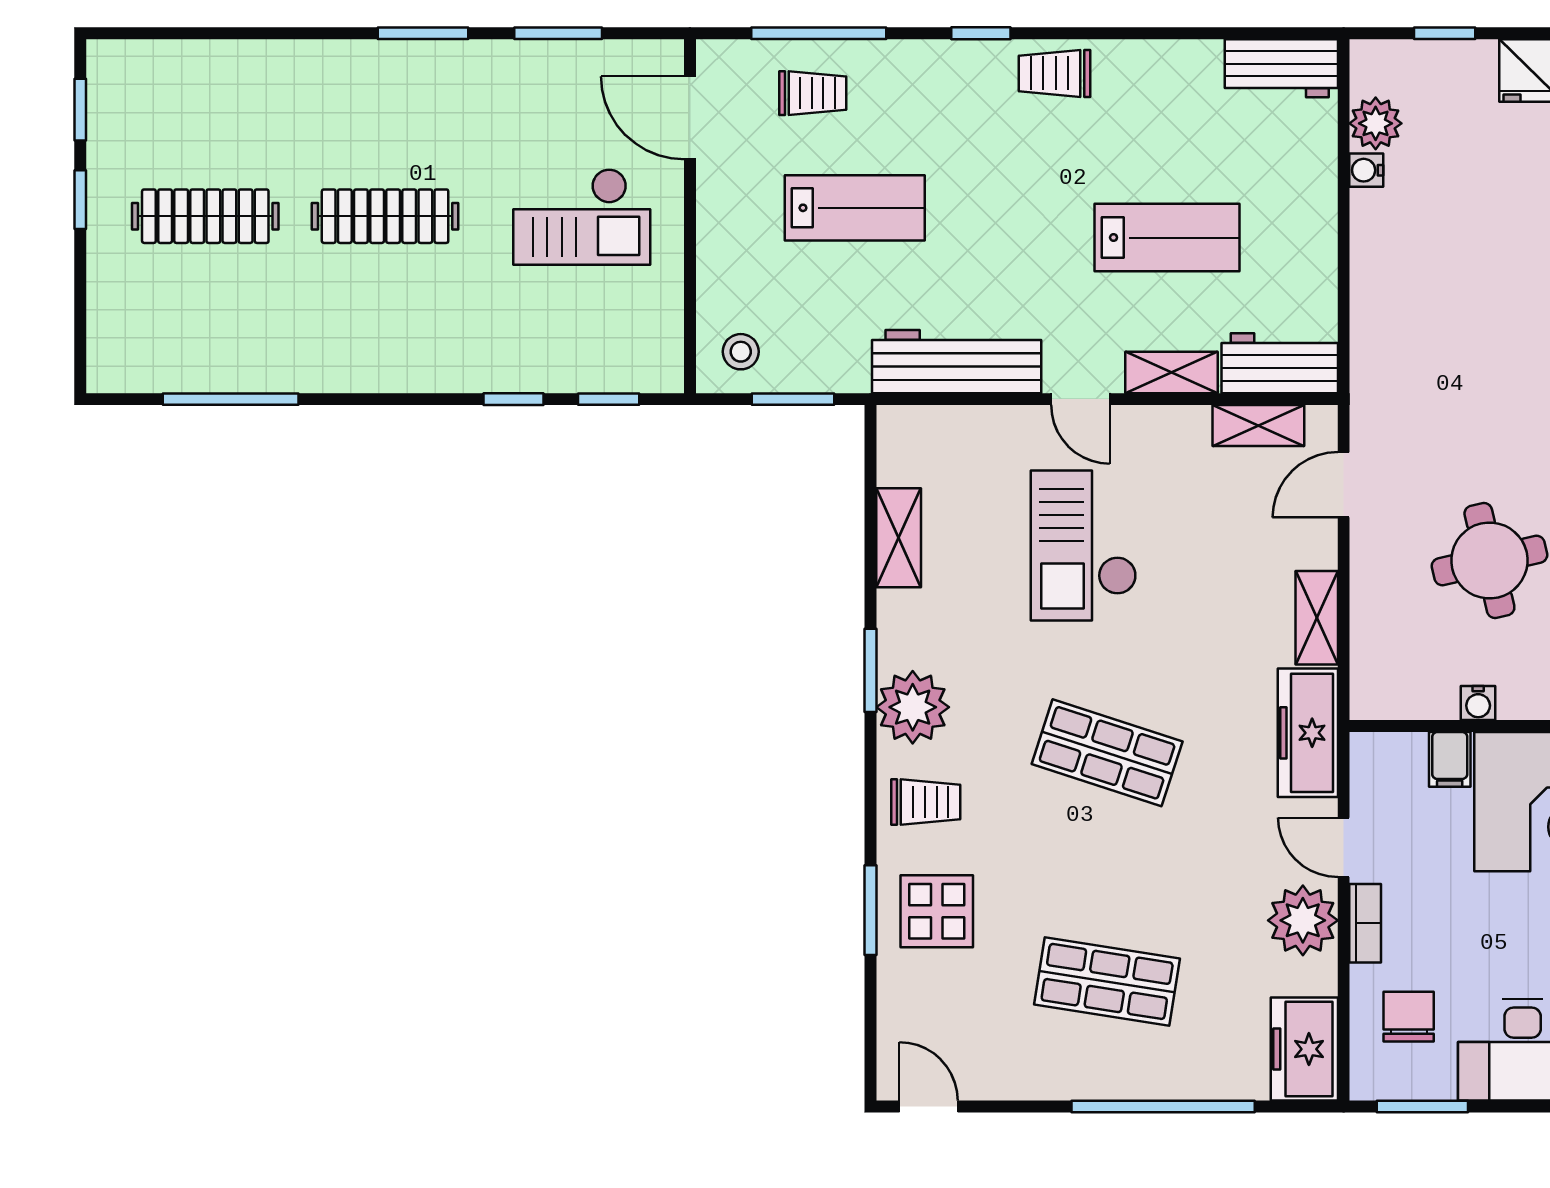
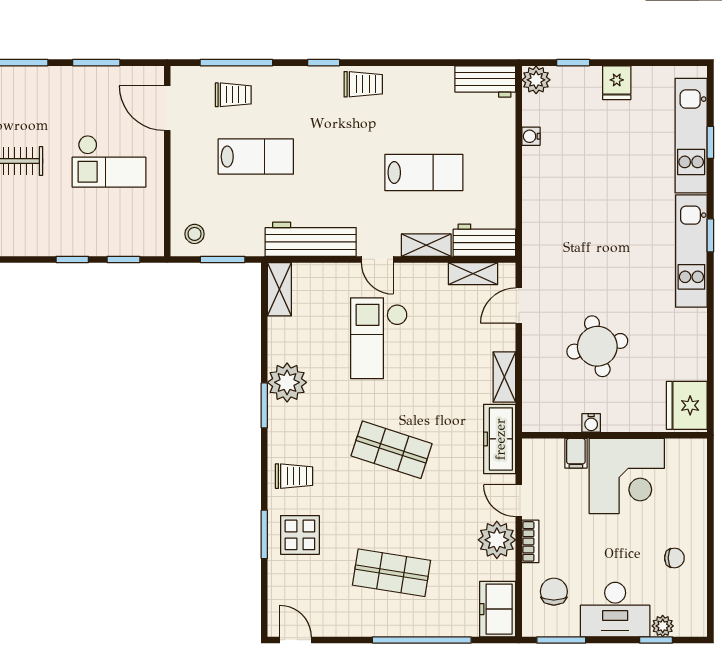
trolley: (1054, 73) -> (363, 84), turned 180
plant: (1376, 123) -> (536, 80), moved
shelving: (899, 538) -> (279, 289), moved
plant: (913, 707) -> (287, 382), moved

